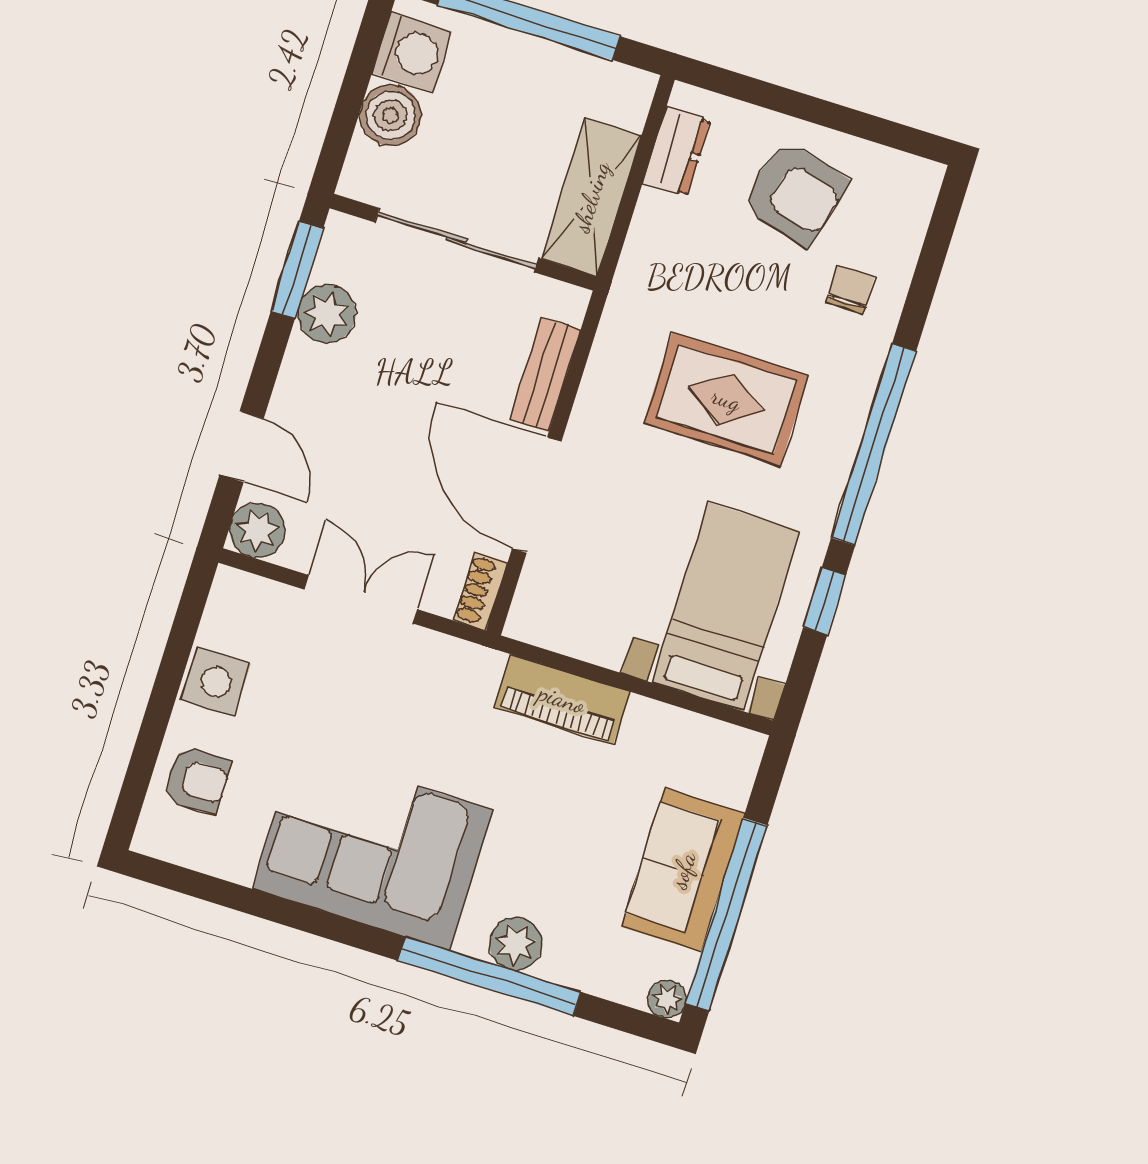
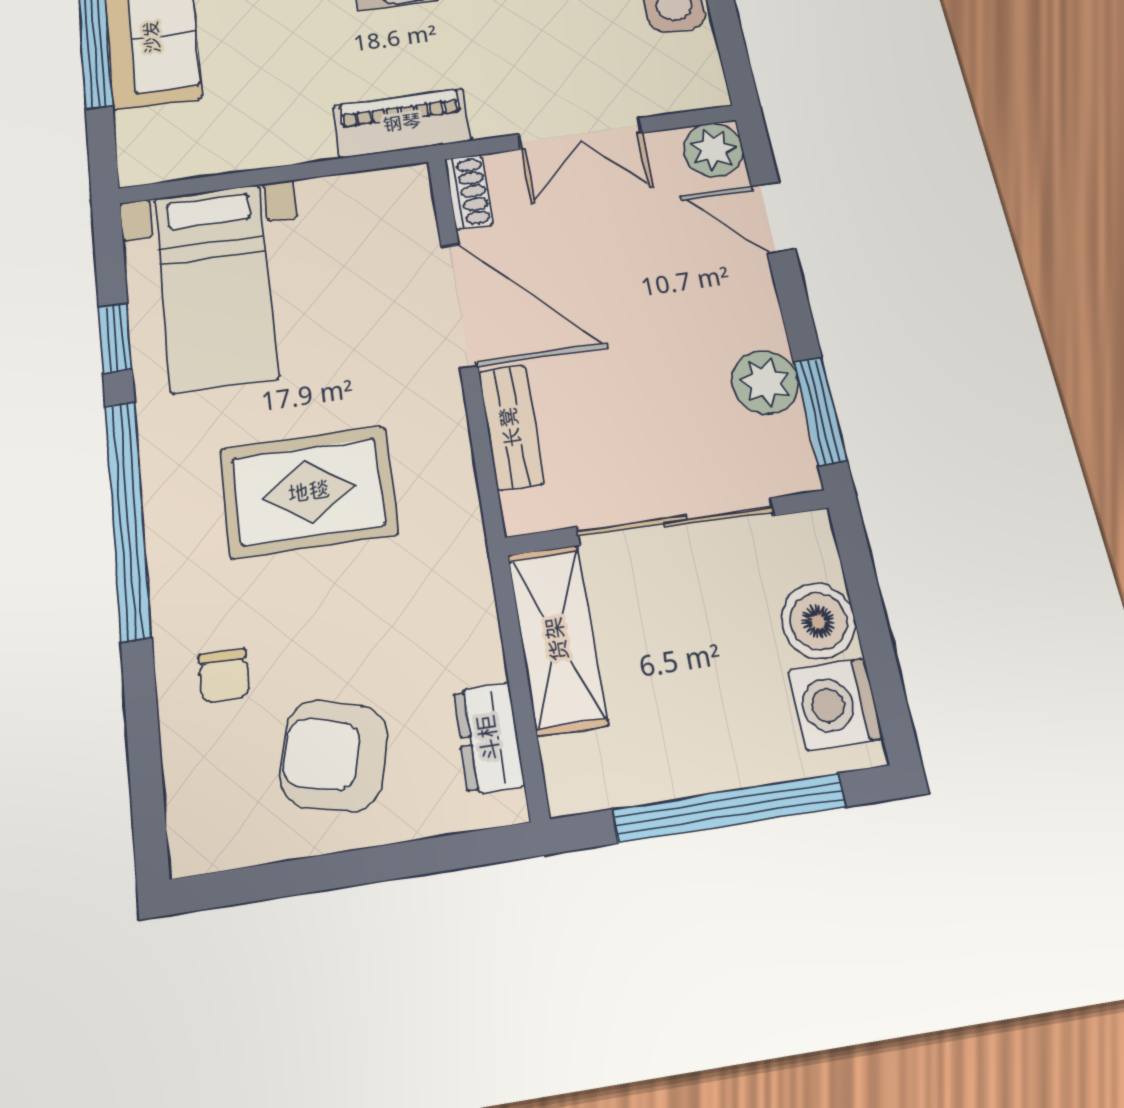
piano: (562, 699) -> (402, 123), moved

